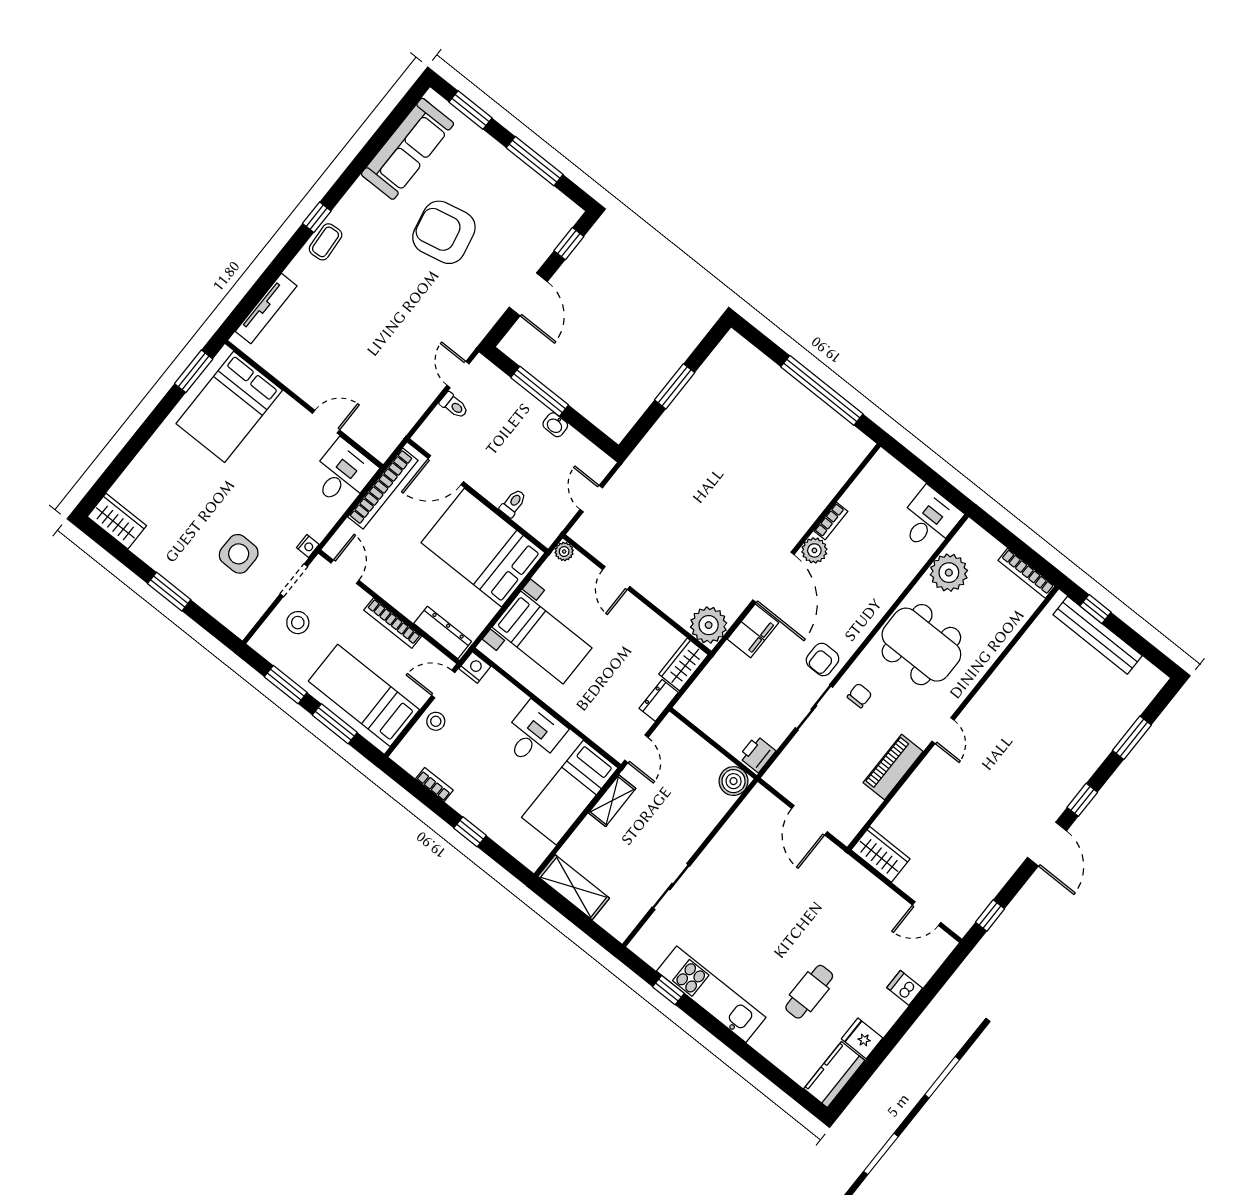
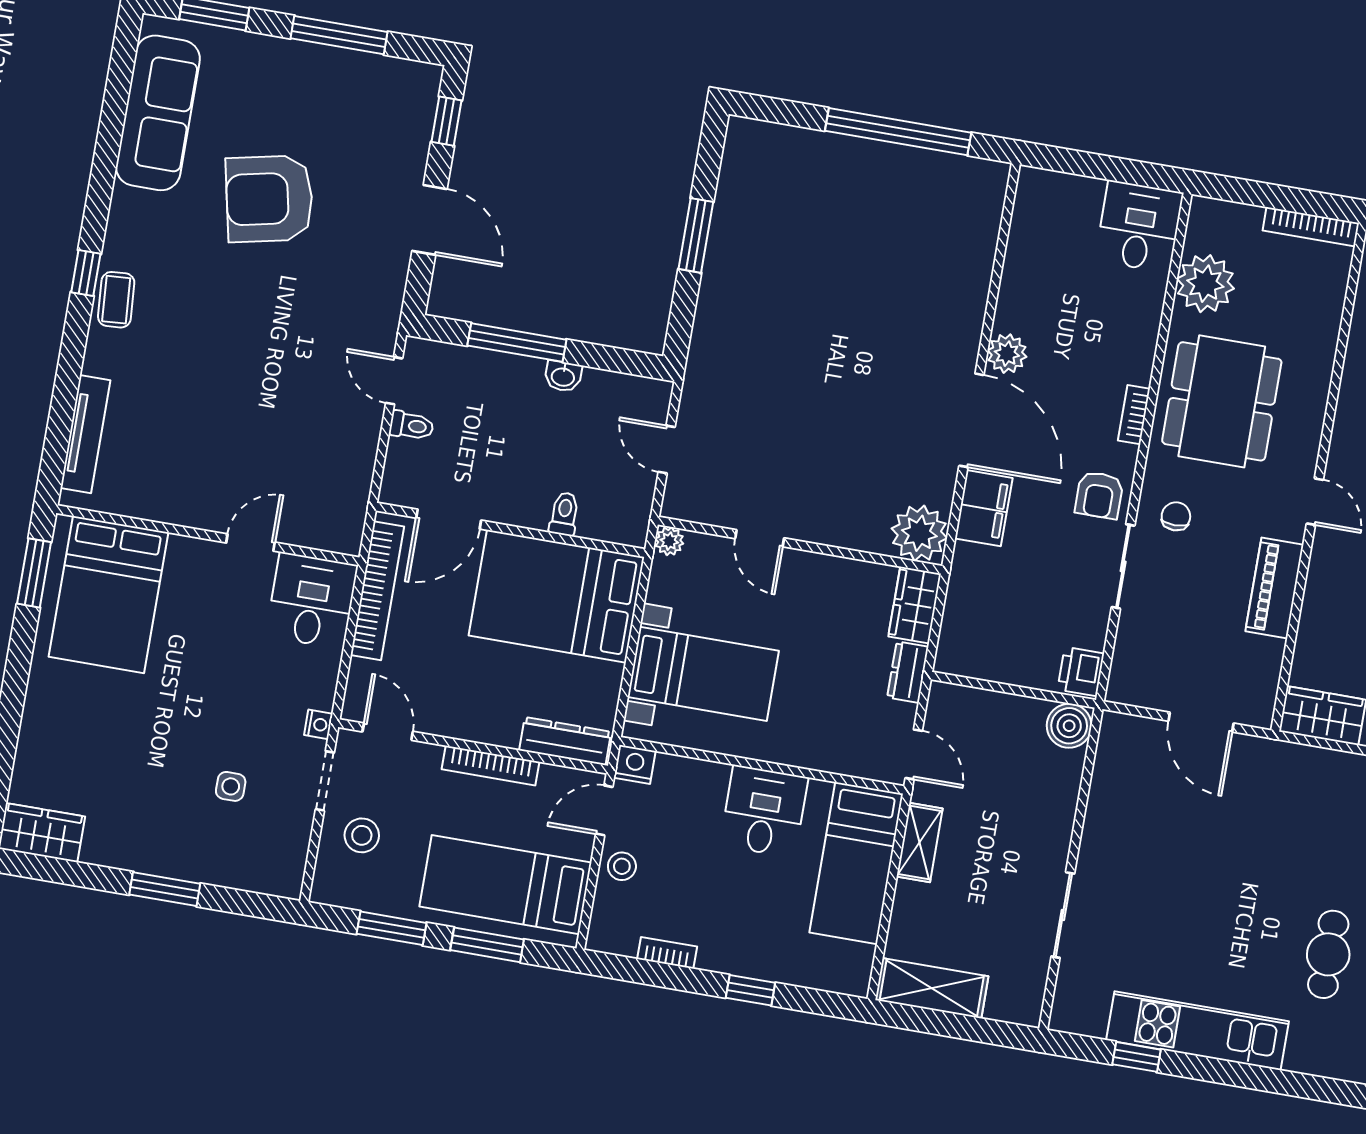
bookcase: (831, 521) -> (1134, 415), moved, turned 180
side table: (239, 554) -> (231, 786), width x0.54, depth x0.54
dining table: (921, 645) -> (1222, 401), turned 90

